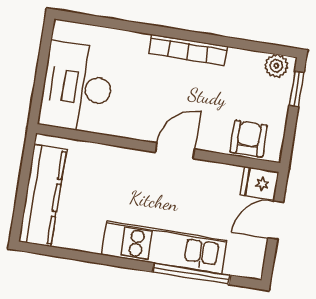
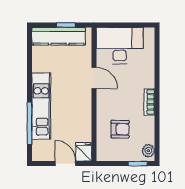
bookcase: (188, 50) -> (149, 102), width x0.64
armchair: (249, 139) -> (120, 129), moved
door: (175, 151) -> (94, 78), moved
window: (24, 179) -> (66, 25), added

